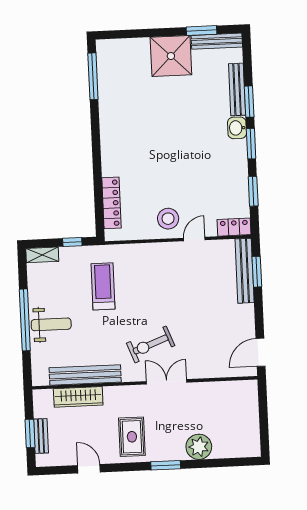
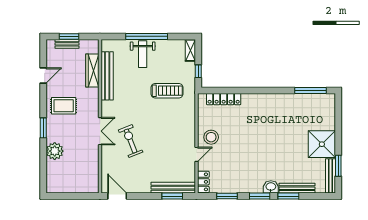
door: (194, 239) -> (196, 154), hinge flipped
exercise bike: (151, 344) -> (131, 141), moved

